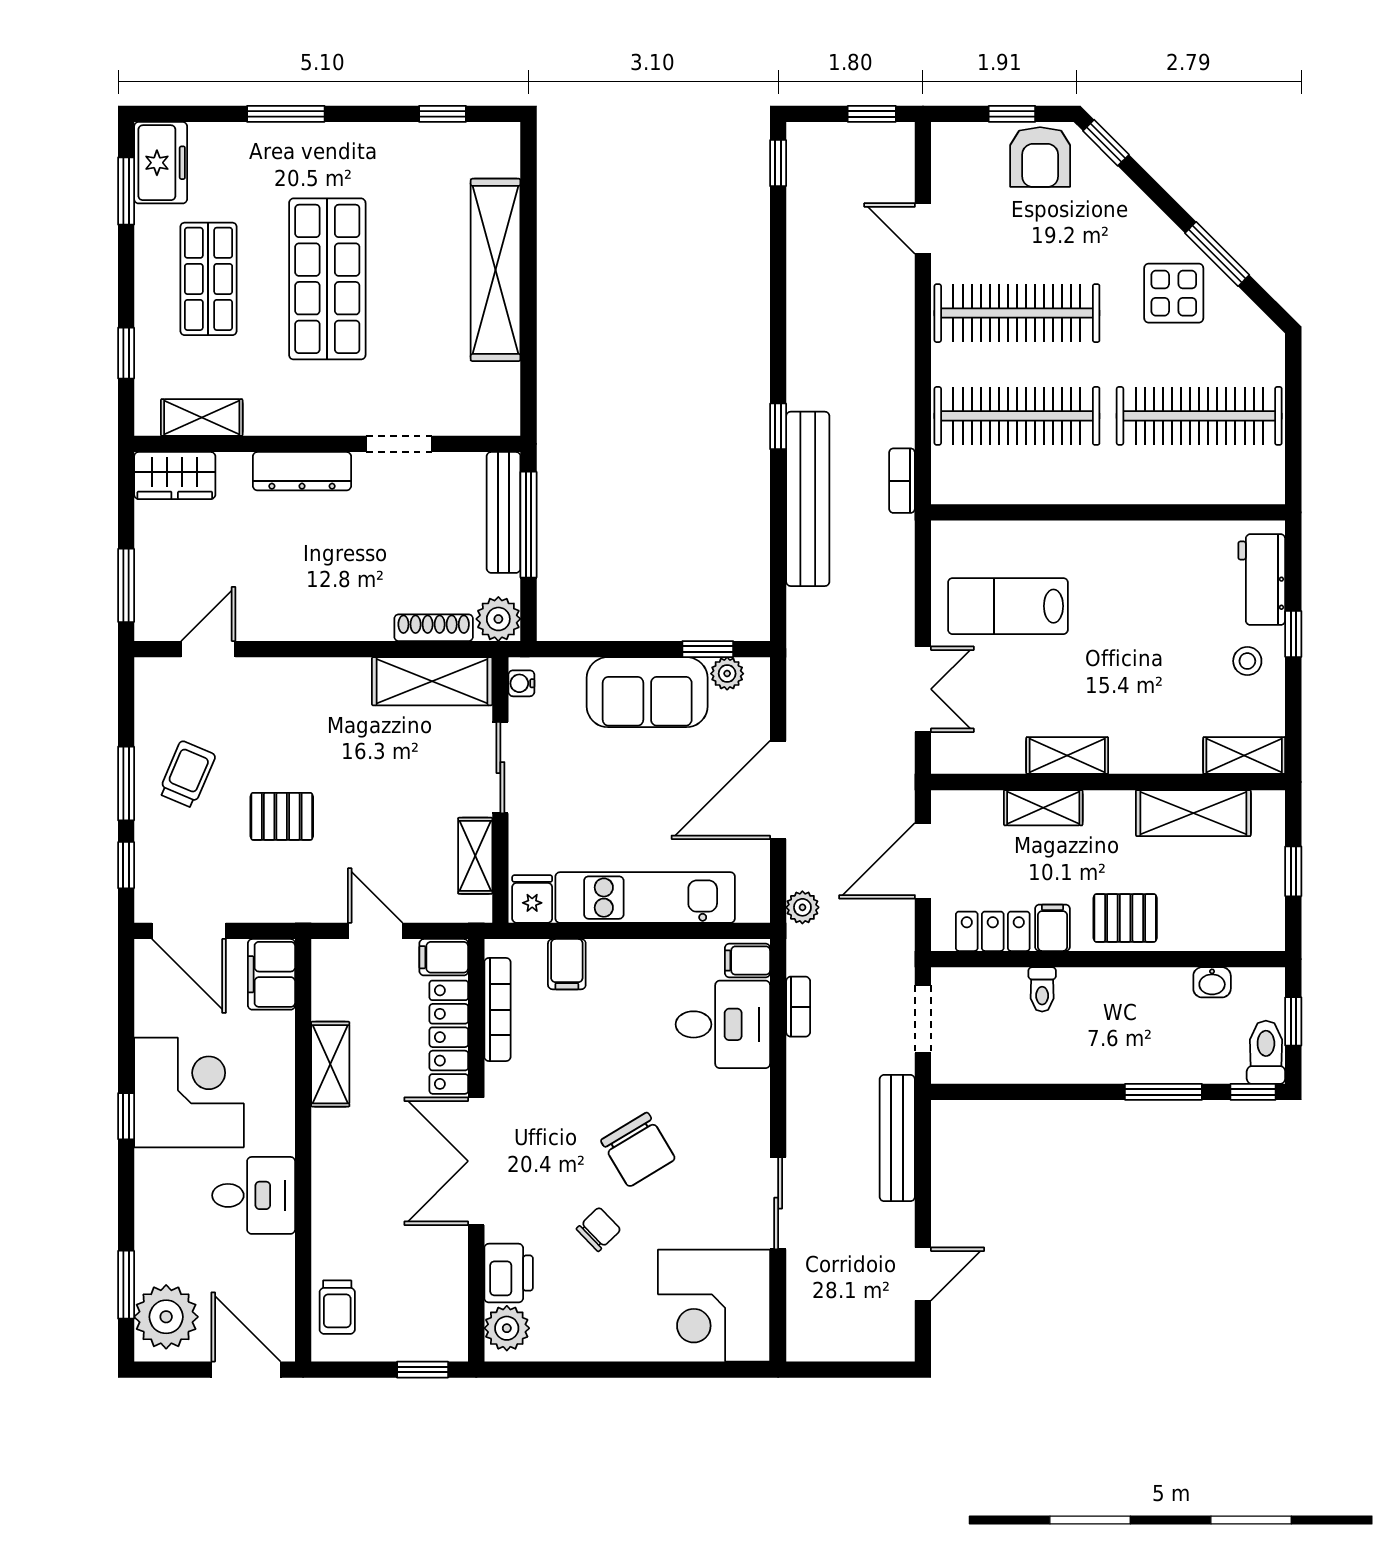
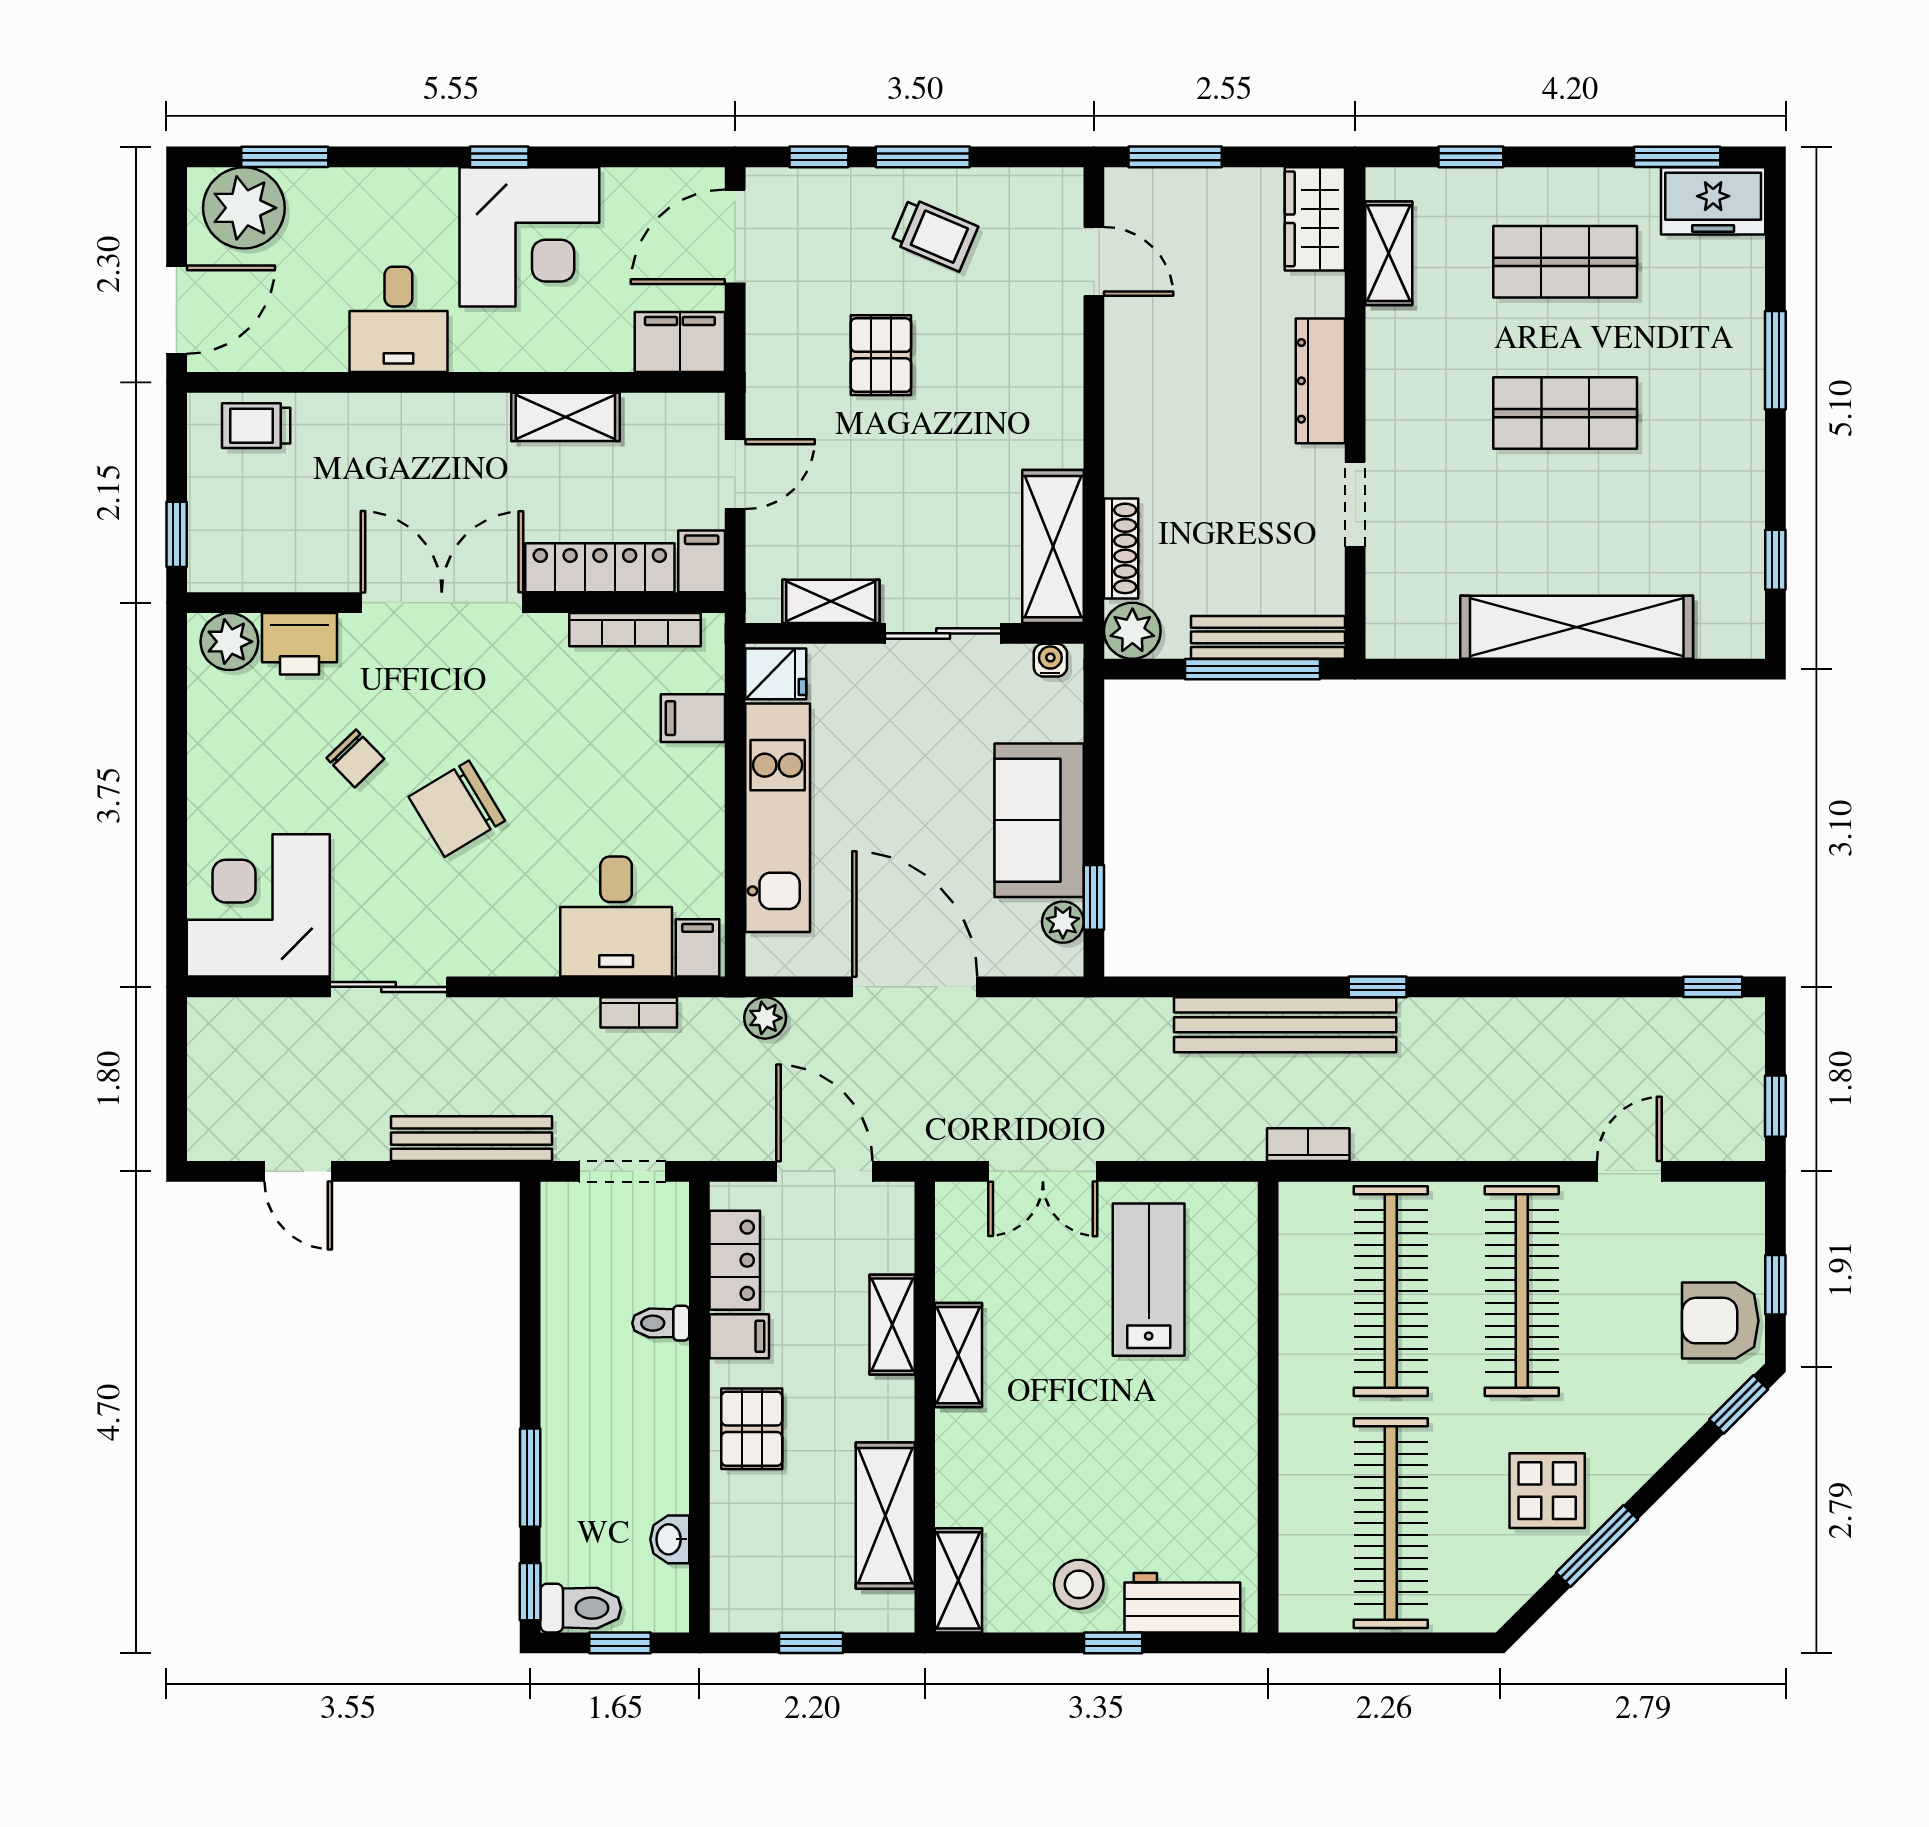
shop shelf: (327, 279) -> (1565, 413), width x0.70, depth x0.74
stool: (1247, 661) -> (1079, 1584), width x1.37, depth x1.37

